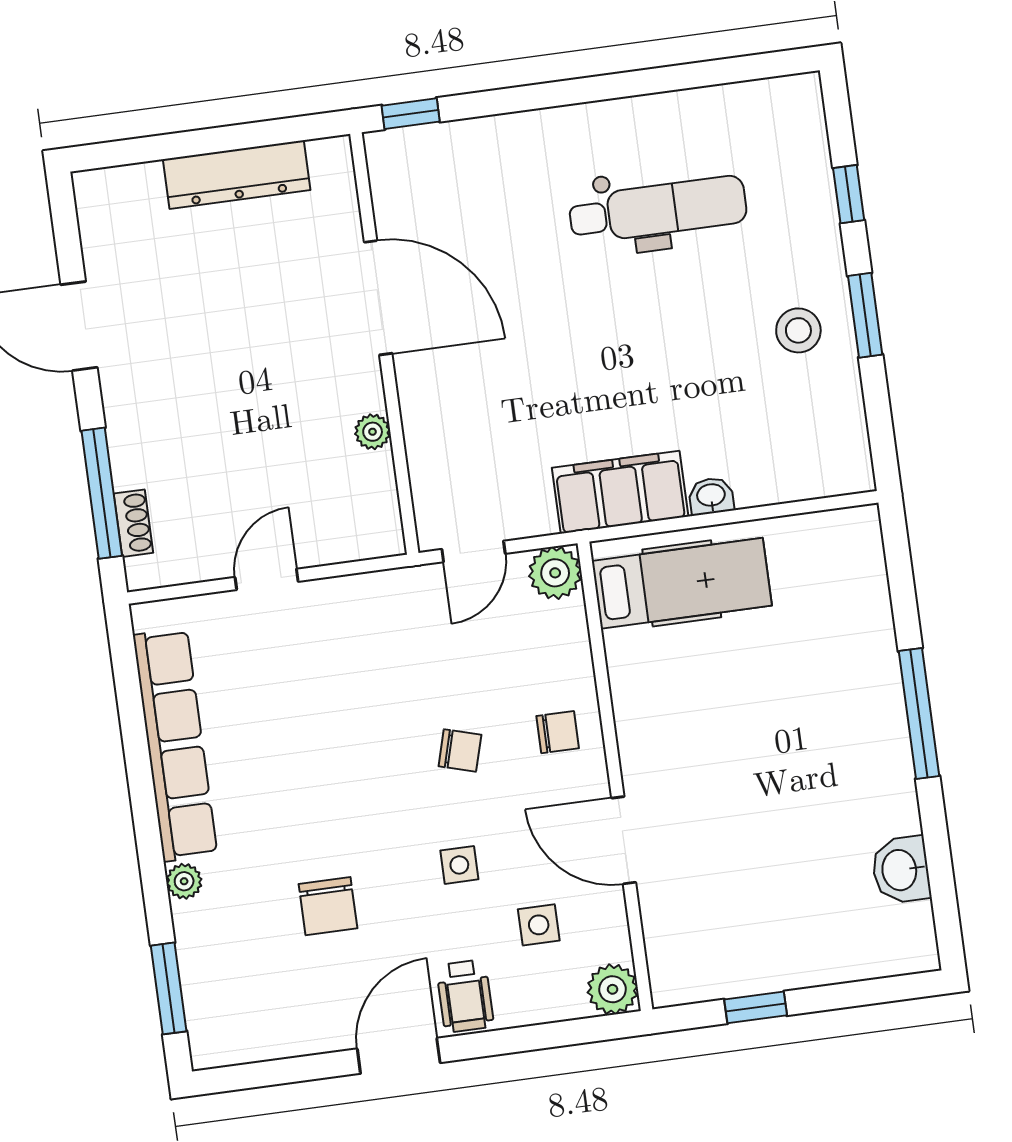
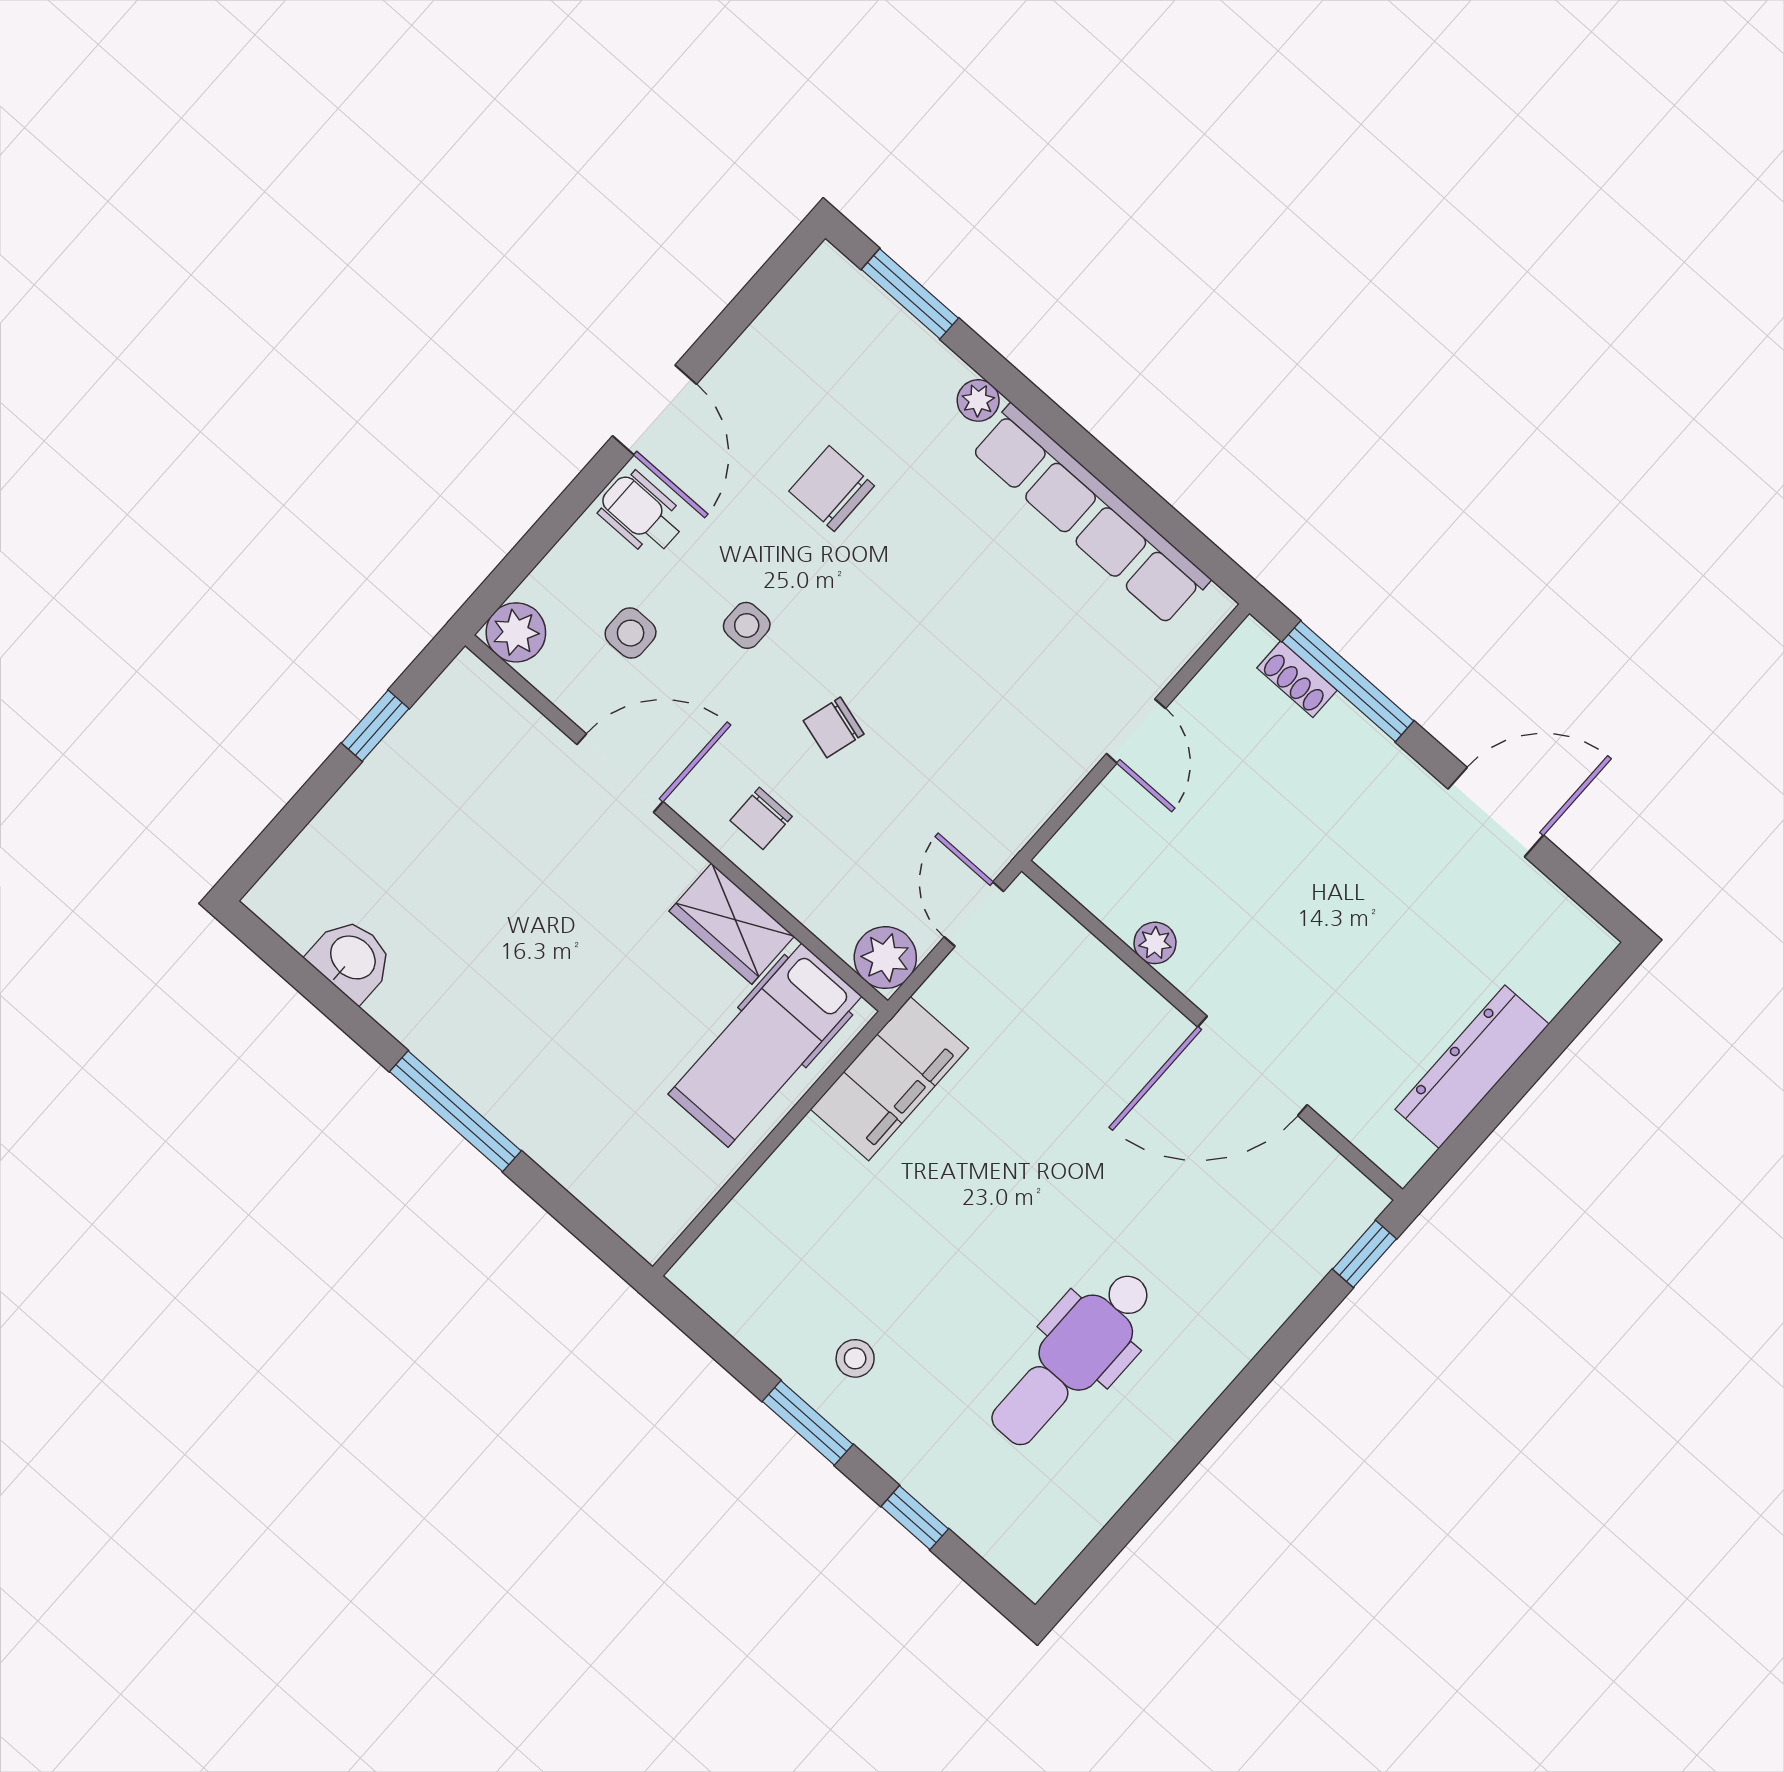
stool: (798, 330) -> (855, 1358), width x0.73, depth x0.73
washbasin: (711, 496) -> (806, 1145), removed
wardrobe: (635, 680) -> (732, 924), added

